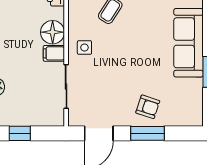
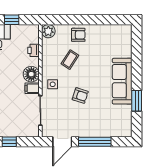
armchair: (148, 107) -> (80, 95), moved
window: (148, 133) -> (95, 142), width x1.44

